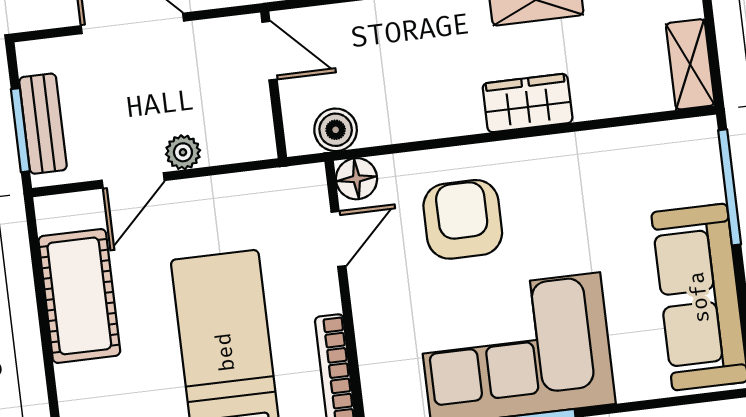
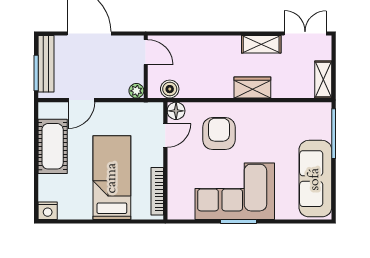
bench: (43, 124) -> (46, 64), width x1.36
plant: (183, 152) -> (136, 91), moved

